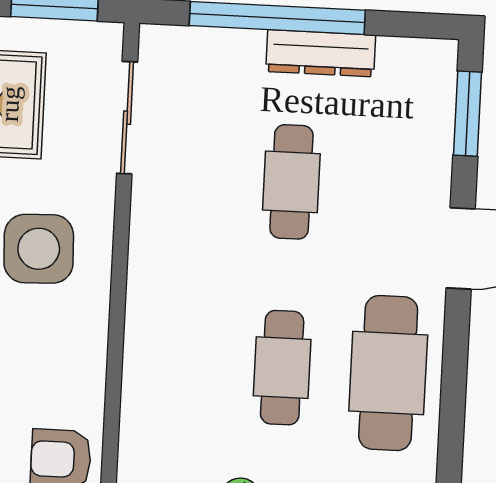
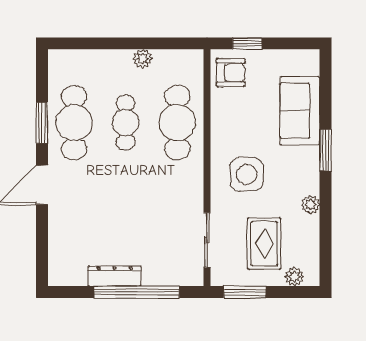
window: (467, 114) -> (42, 123), moved
cafe table: (291, 182) -> (177, 123), moved, width x1.37, depth x1.35

